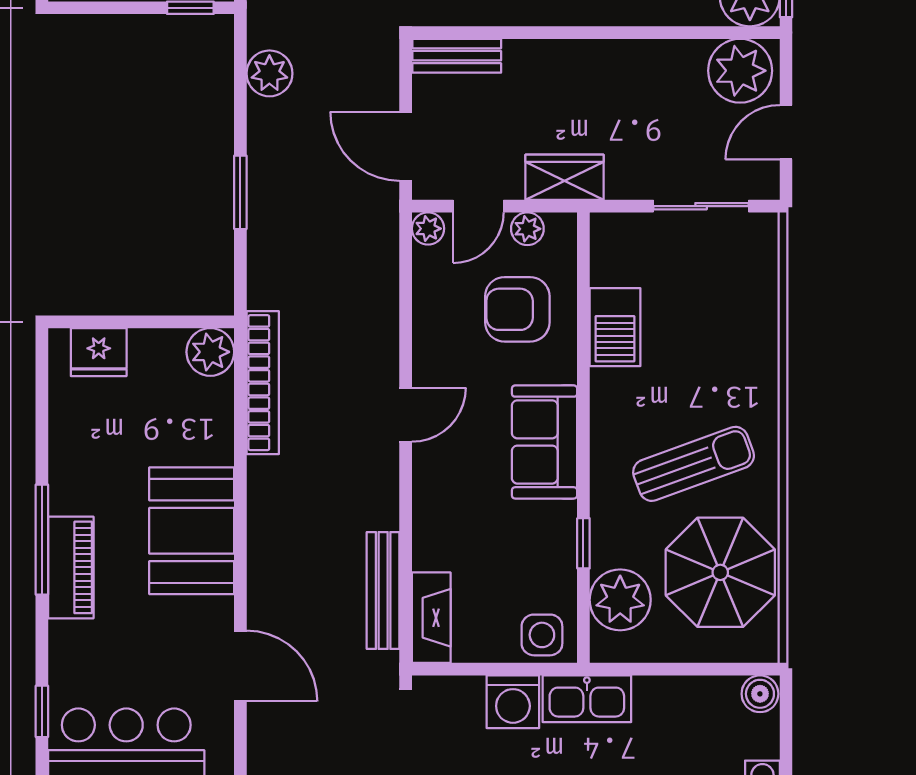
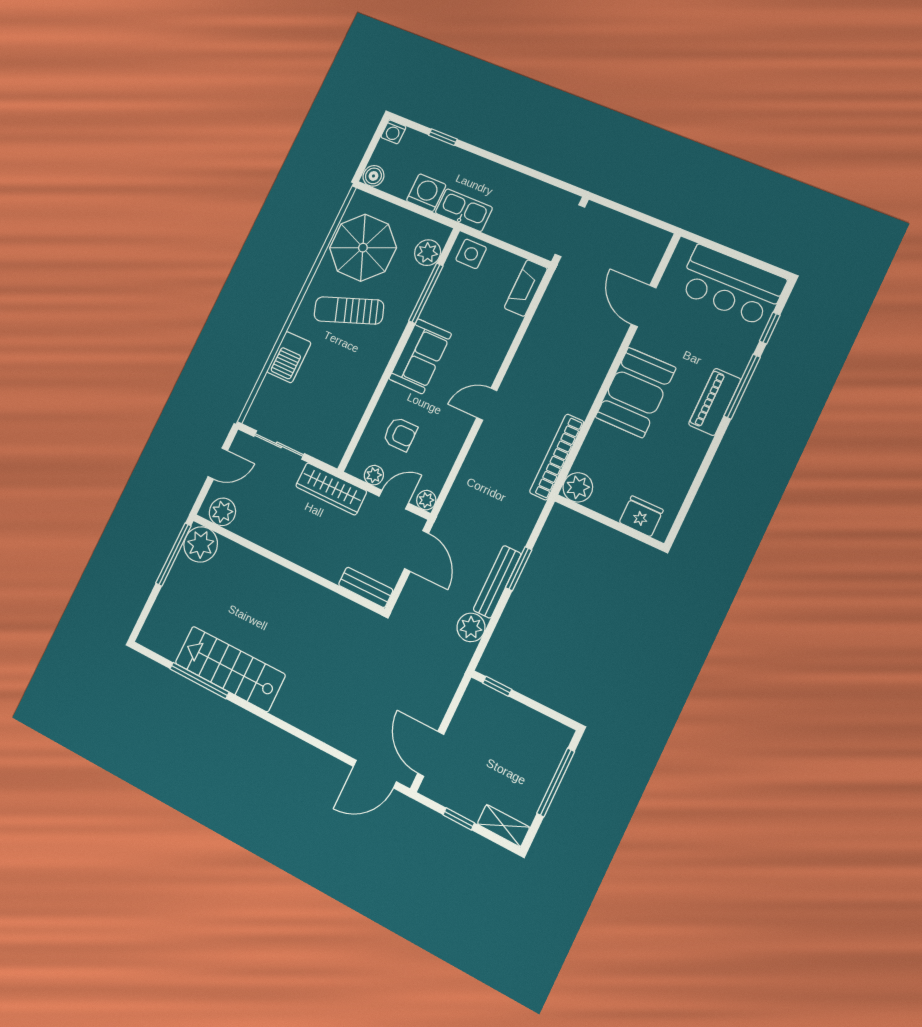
plant: (740, 71) -> (222, 512), width x0.73, depth x0.73
wardrobe: (564, 177) -> (331, 489), width x1.50
armchair: (517, 309) -> (400, 434), width x0.72, depth x0.72
barbecue: (615, 327) -> (289, 357), moved, turned 180
window: (42, 540) -> (742, 387), moved
window: (583, 543) -> (426, 293), width x2.17
bench: (383, 590) -> (497, 582), moved
plant: (620, 600) -> (428, 253), width x0.73, depth x0.73
washing machine: (513, 702) -> (426, 193), moved

